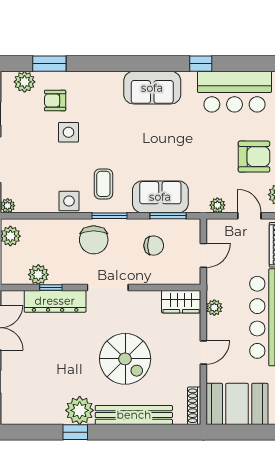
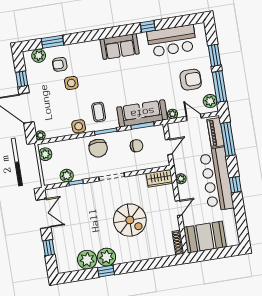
sofa: (160, 197) -> (142, 113), width x1.36
dresser: (55, 301) -> (80, 191), removed
plant: (49, 410) -> (87, 260), added
bench: (134, 415) -> (141, 254), removed

